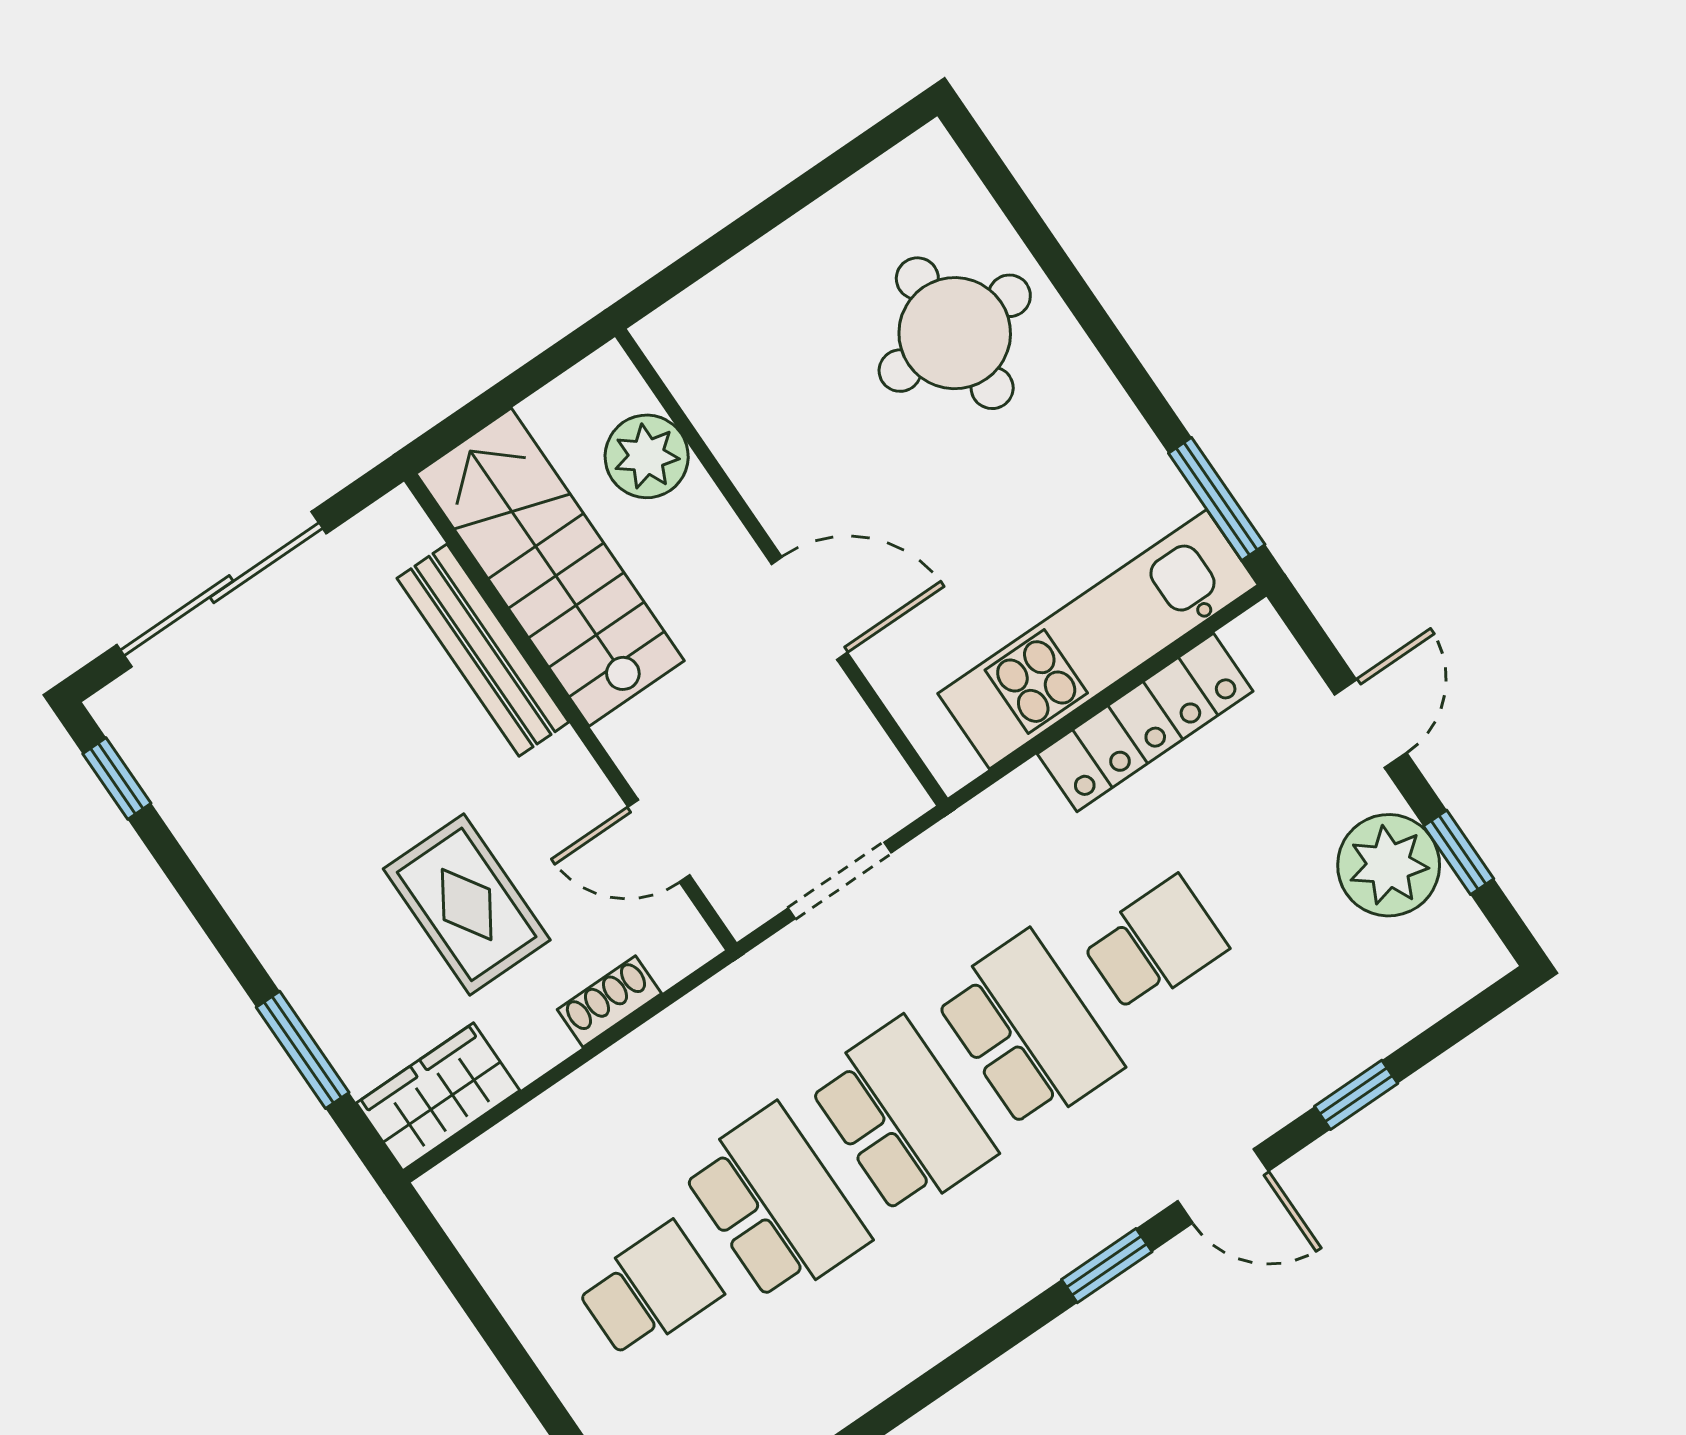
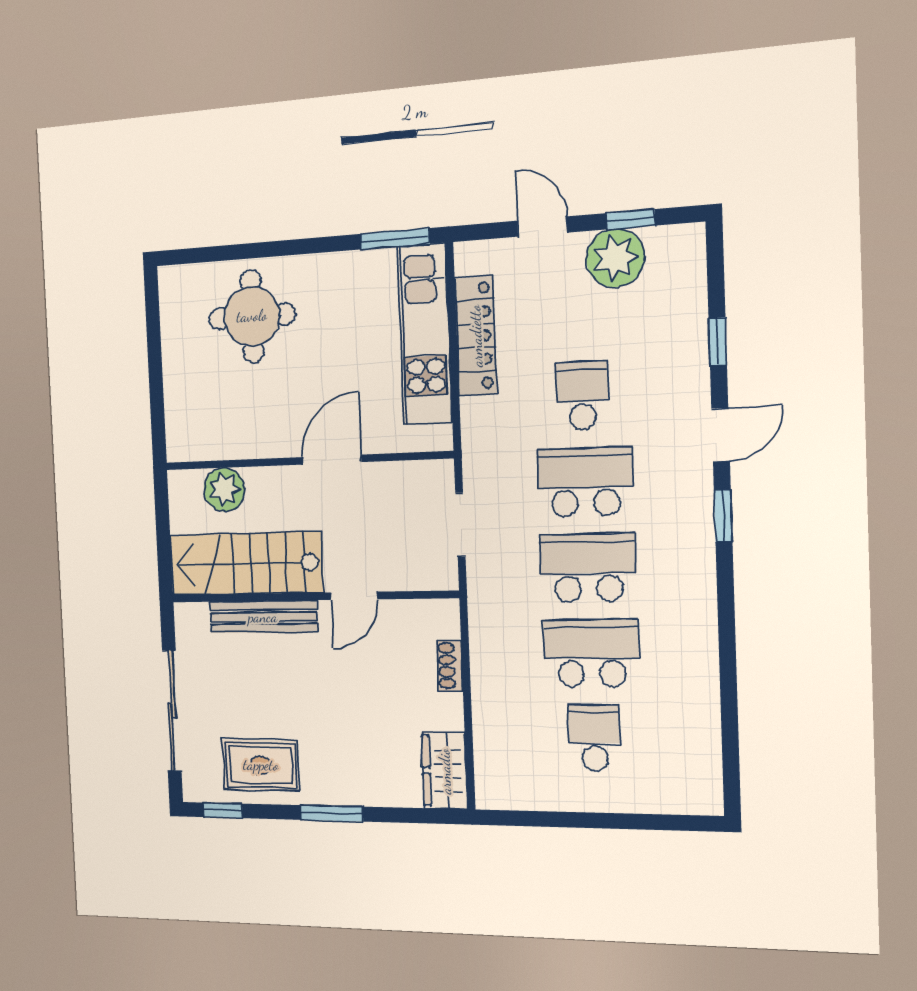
door: (659, 841) -> (354, 596), moved
rug: (467, 904) -> (261, 765), moved
window: (303, 1050) -> (332, 813), moved

